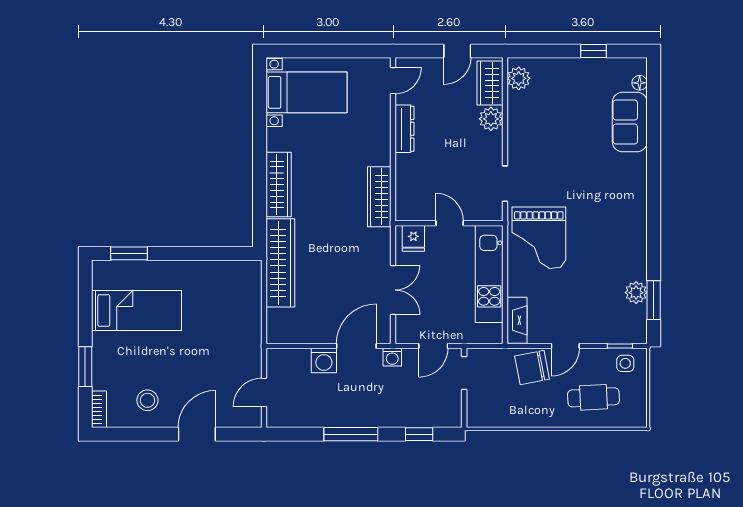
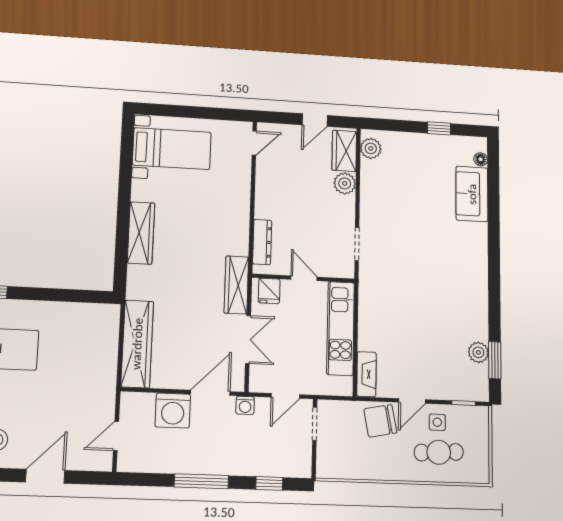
dresser: (405, 129) -> (262, 242), moved
wardrobe: (379, 197) -> (236, 285), moved
grand piano: (539, 238) -> (388, 296), removed
wardrobe: (280, 263) -> (137, 344), moved
washing machine: (324, 361) -> (173, 410), width x1.37, depth x1.37
side table: (625, 363) -> (437, 422), moved

